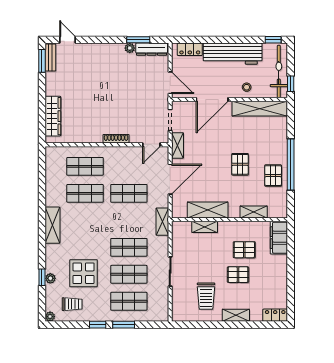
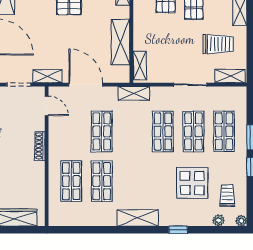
shelving: (205, 227) -> (140, 66), moved
window: (42, 277) -> (178, 230), moved
plant: (50, 278) -> (218, 220), moved
shelving: (178, 307) -> (230, 76), added

